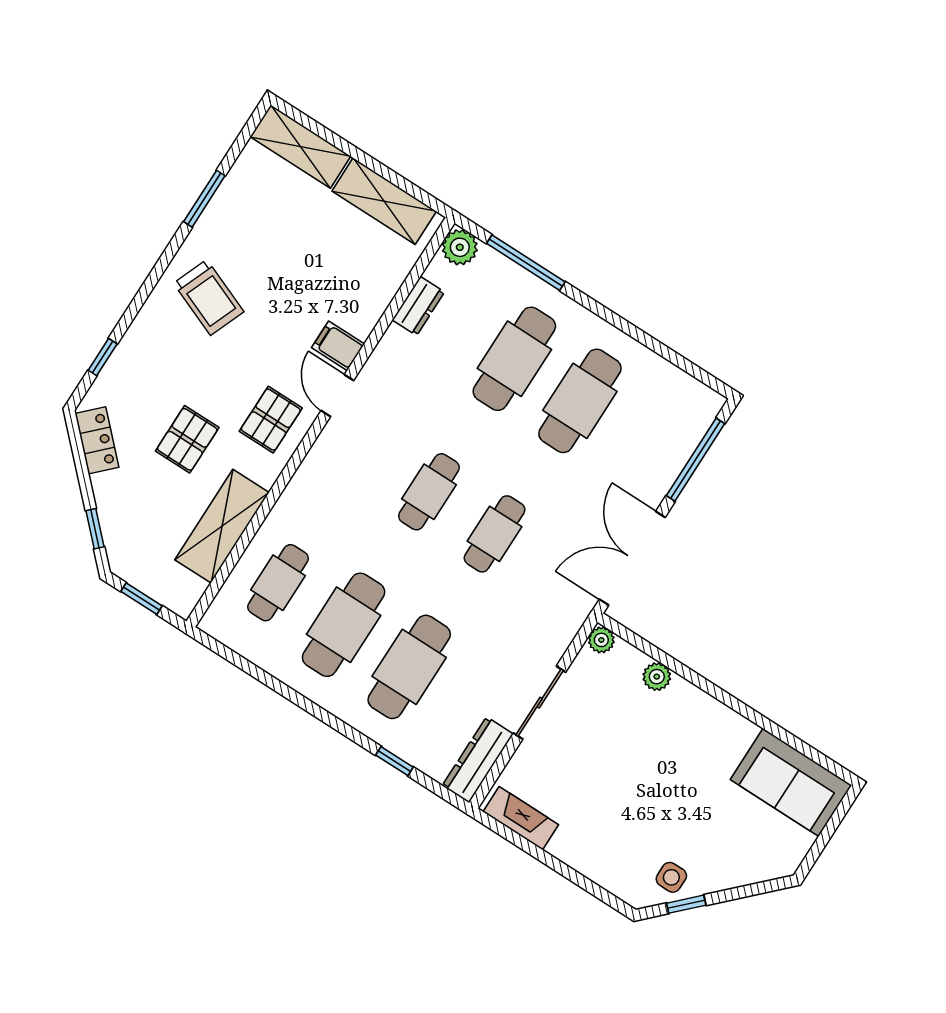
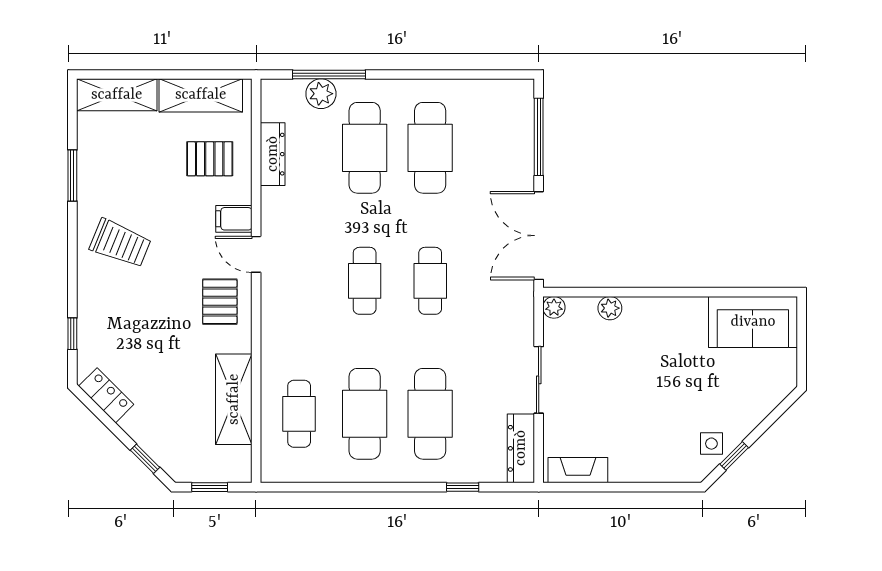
plant: (460, 247) -> (321, 94), moved
dresser: (418, 306) -> (273, 154), width x1.44
pallet: (187, 439) -> (210, 159), moved, turned 90

